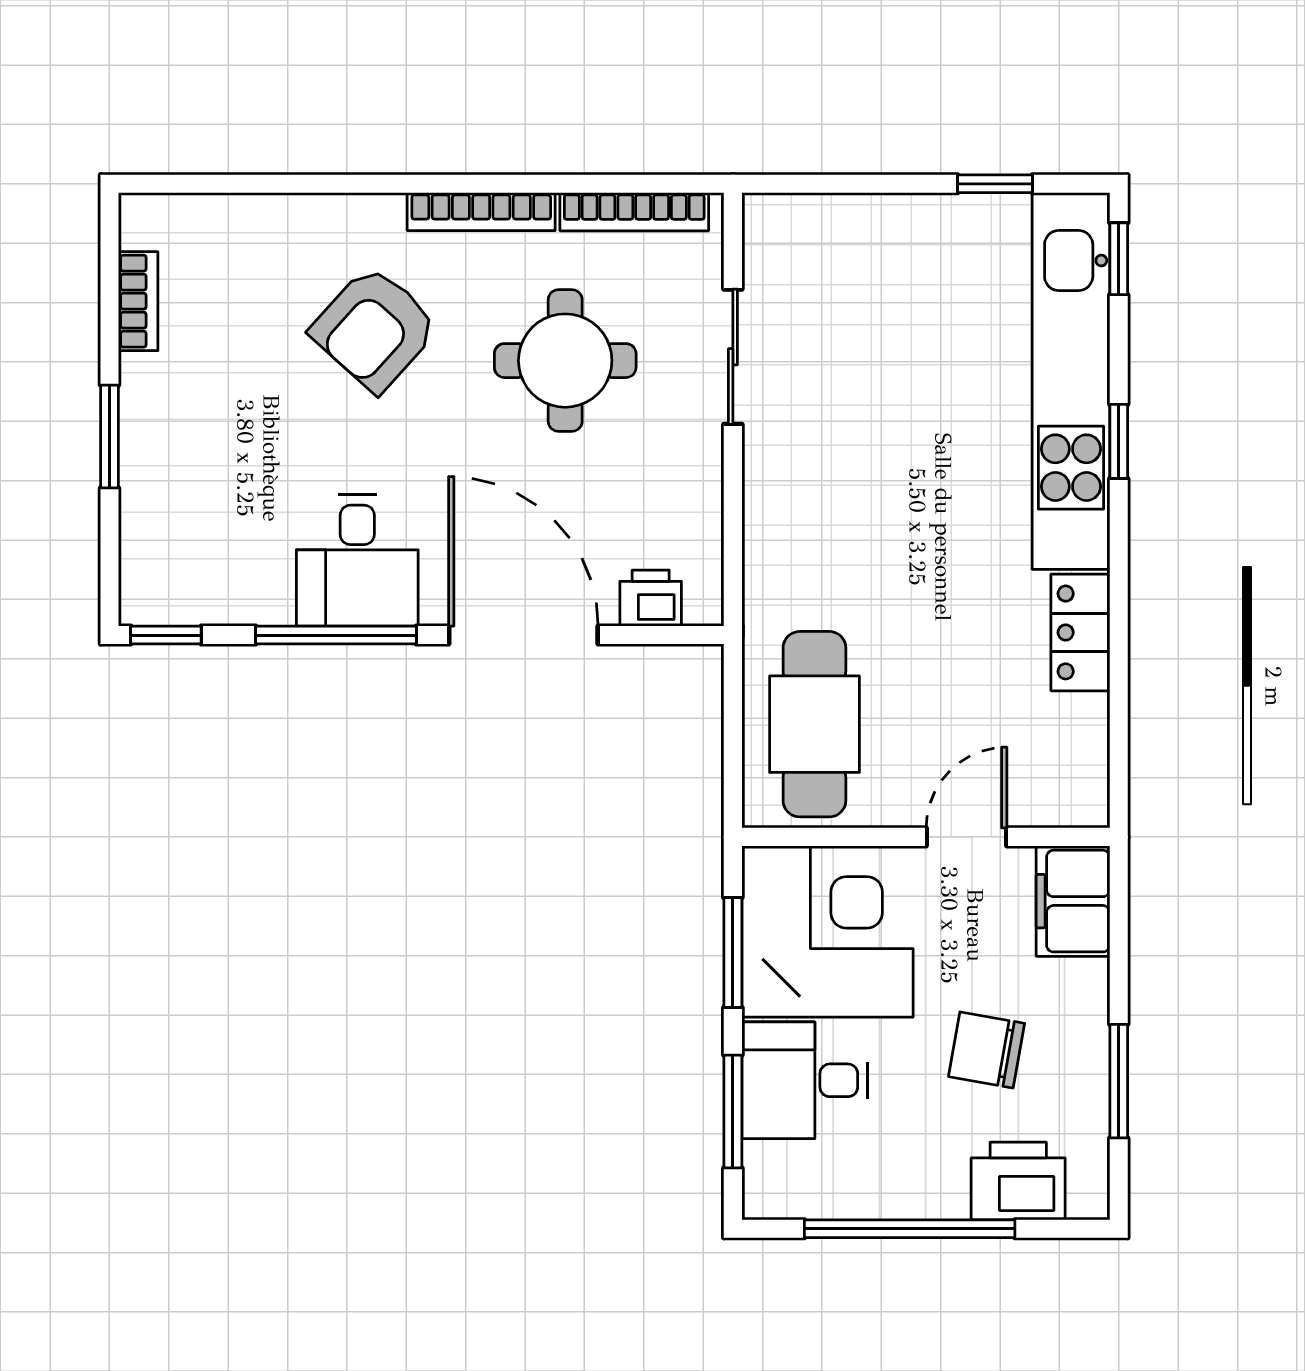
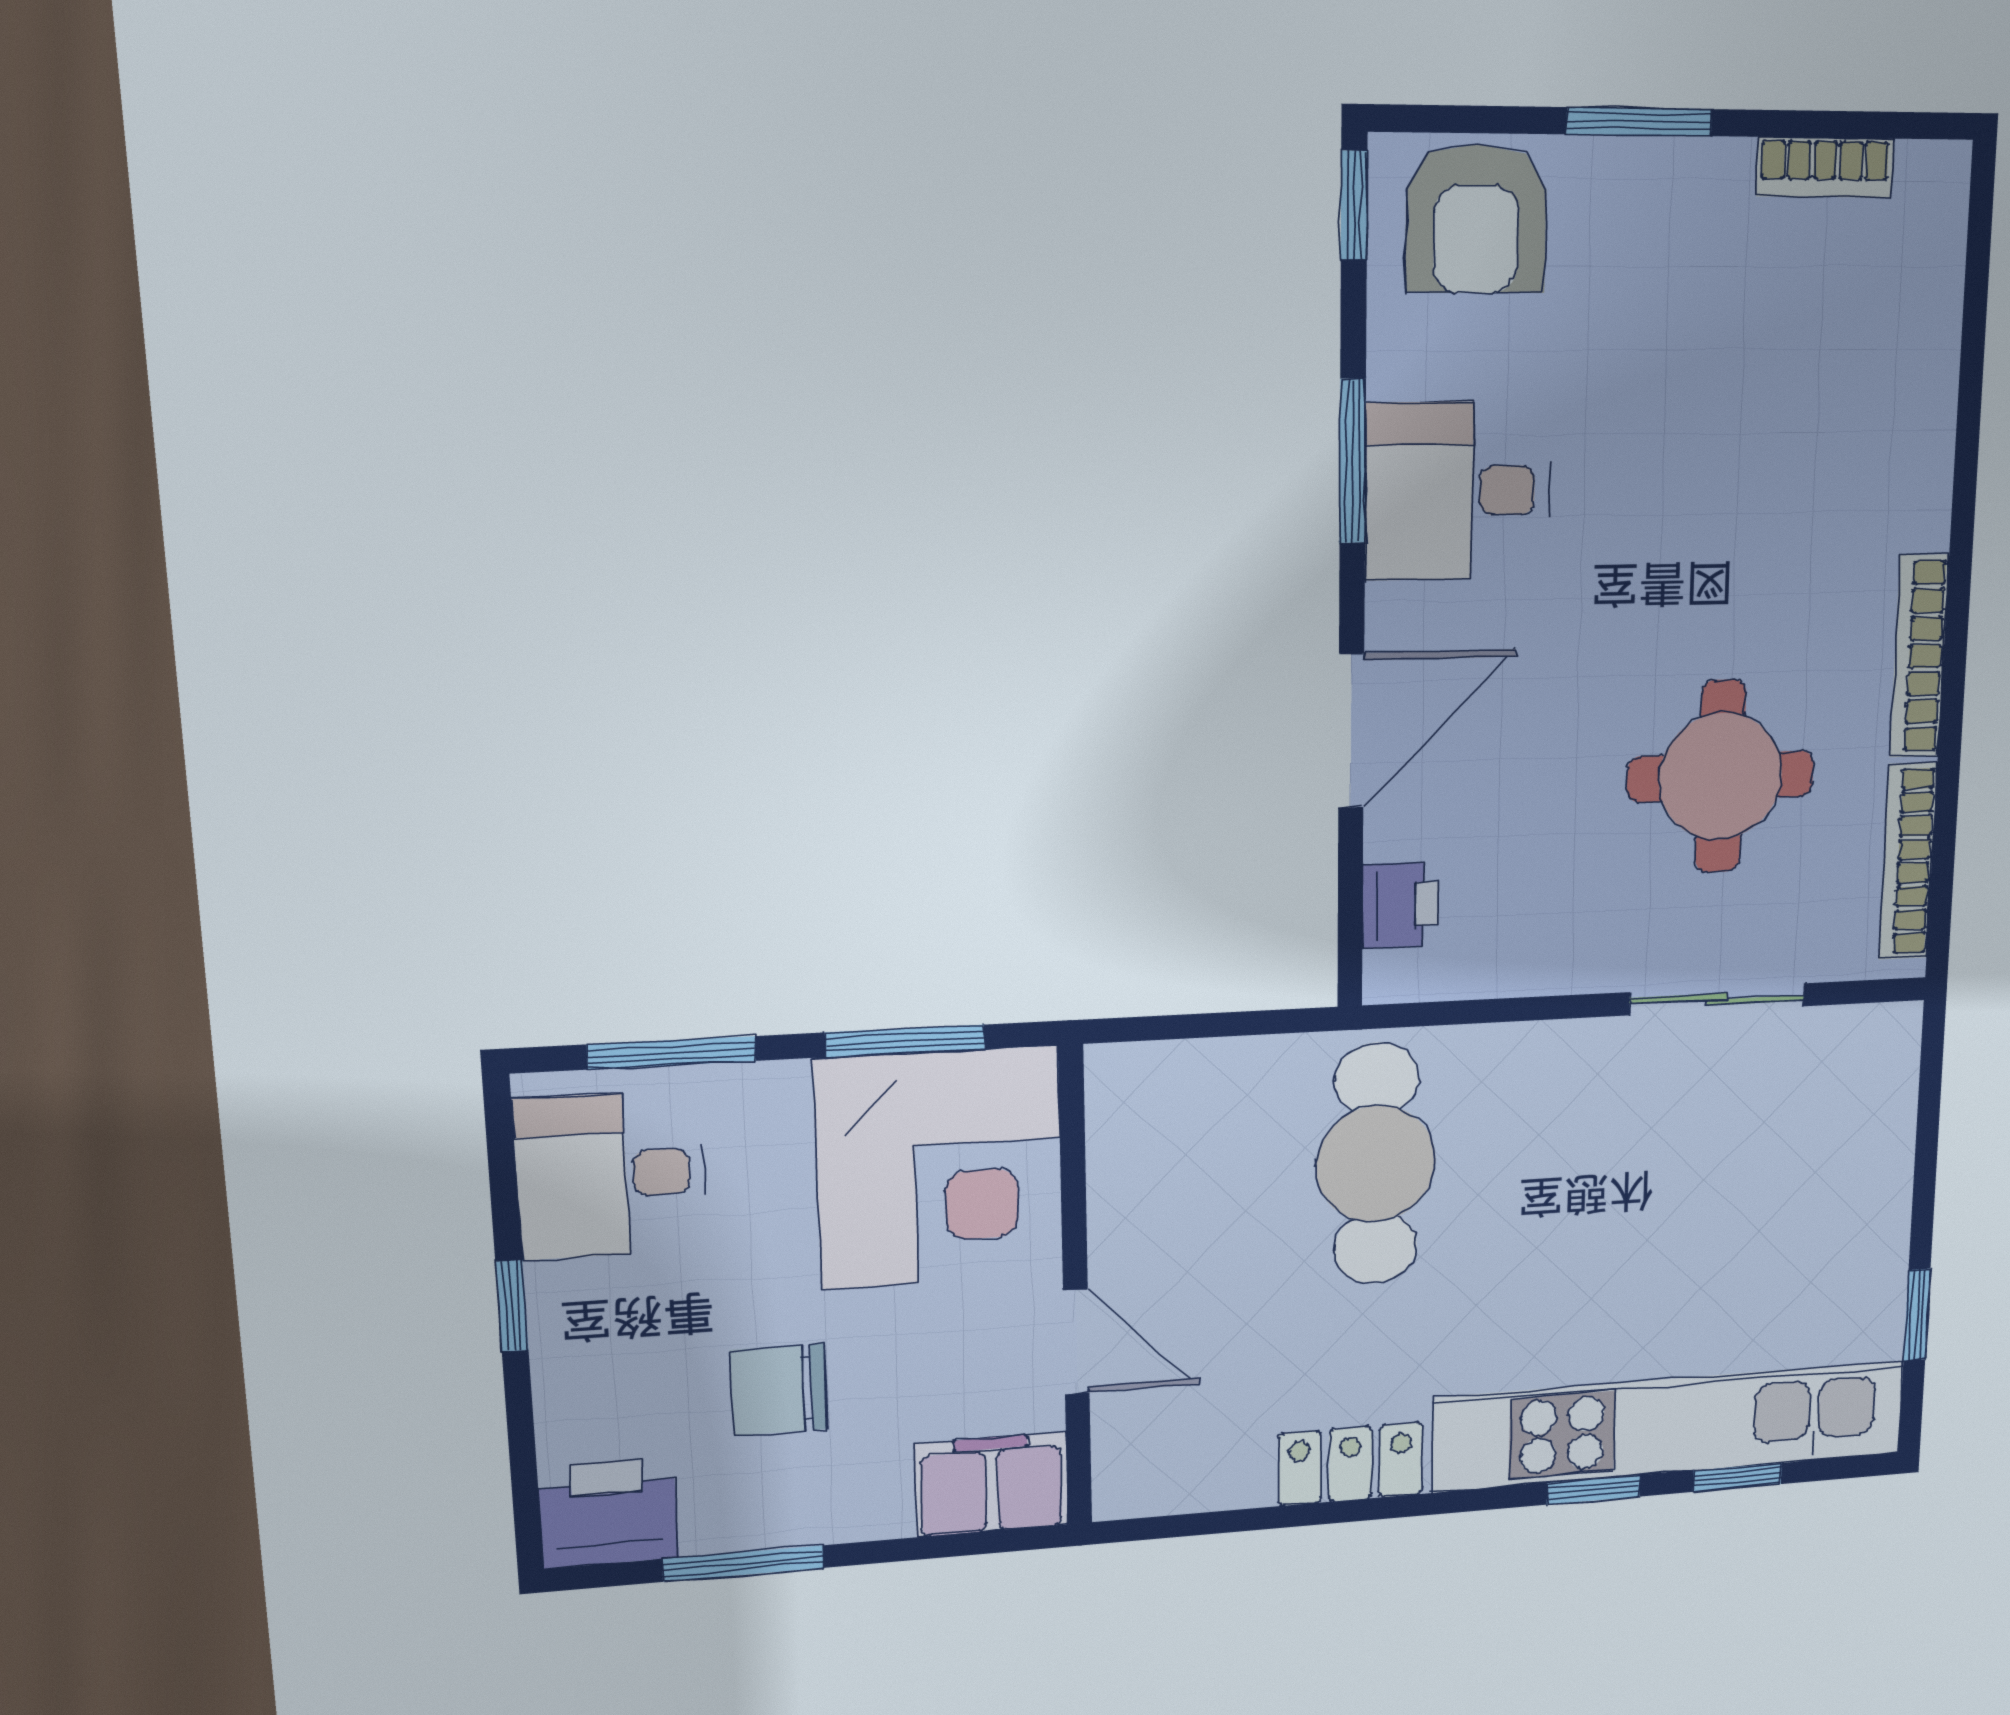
window: (1119, 259) -> (1737, 1477), moved
armchair: (375, 329) -> (1476, 219), moved, turned -132
window: (336, 635) -> (1353, 461), width x0.69
door: (523, 635) -> (1351, 731), width x0.73
cafe table: (814, 724) -> (1376, 1164), moved, turned 90
chair: (987, 1050) -> (779, 1390), turned -100
desk: (805, 1080) -> (611, 1175), moved, turned -90
printer: (1018, 1181) -> (609, 1514), moved, turned -90
window: (910, 1229) -> (512, 1306), width x0.32

